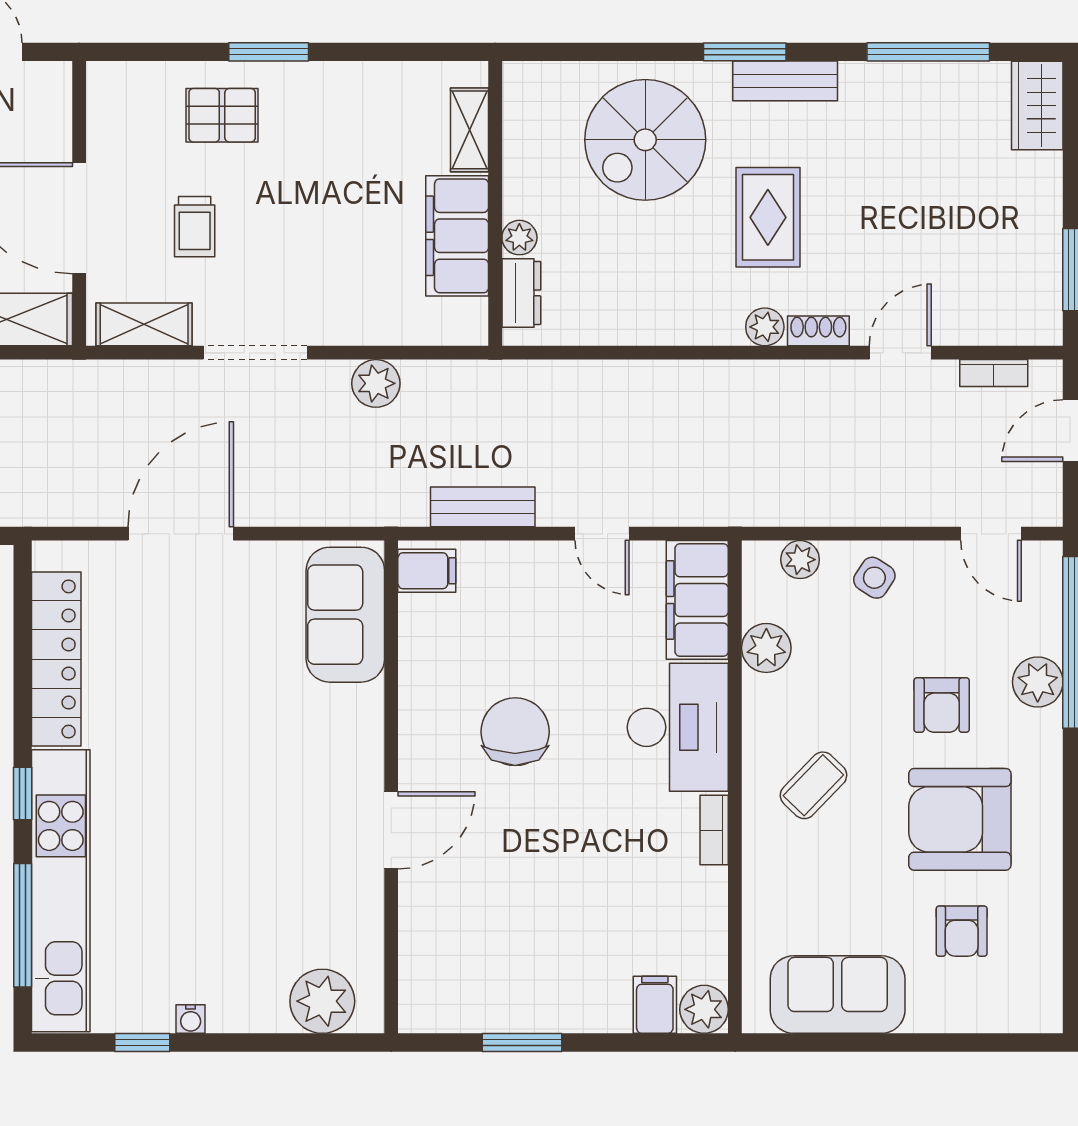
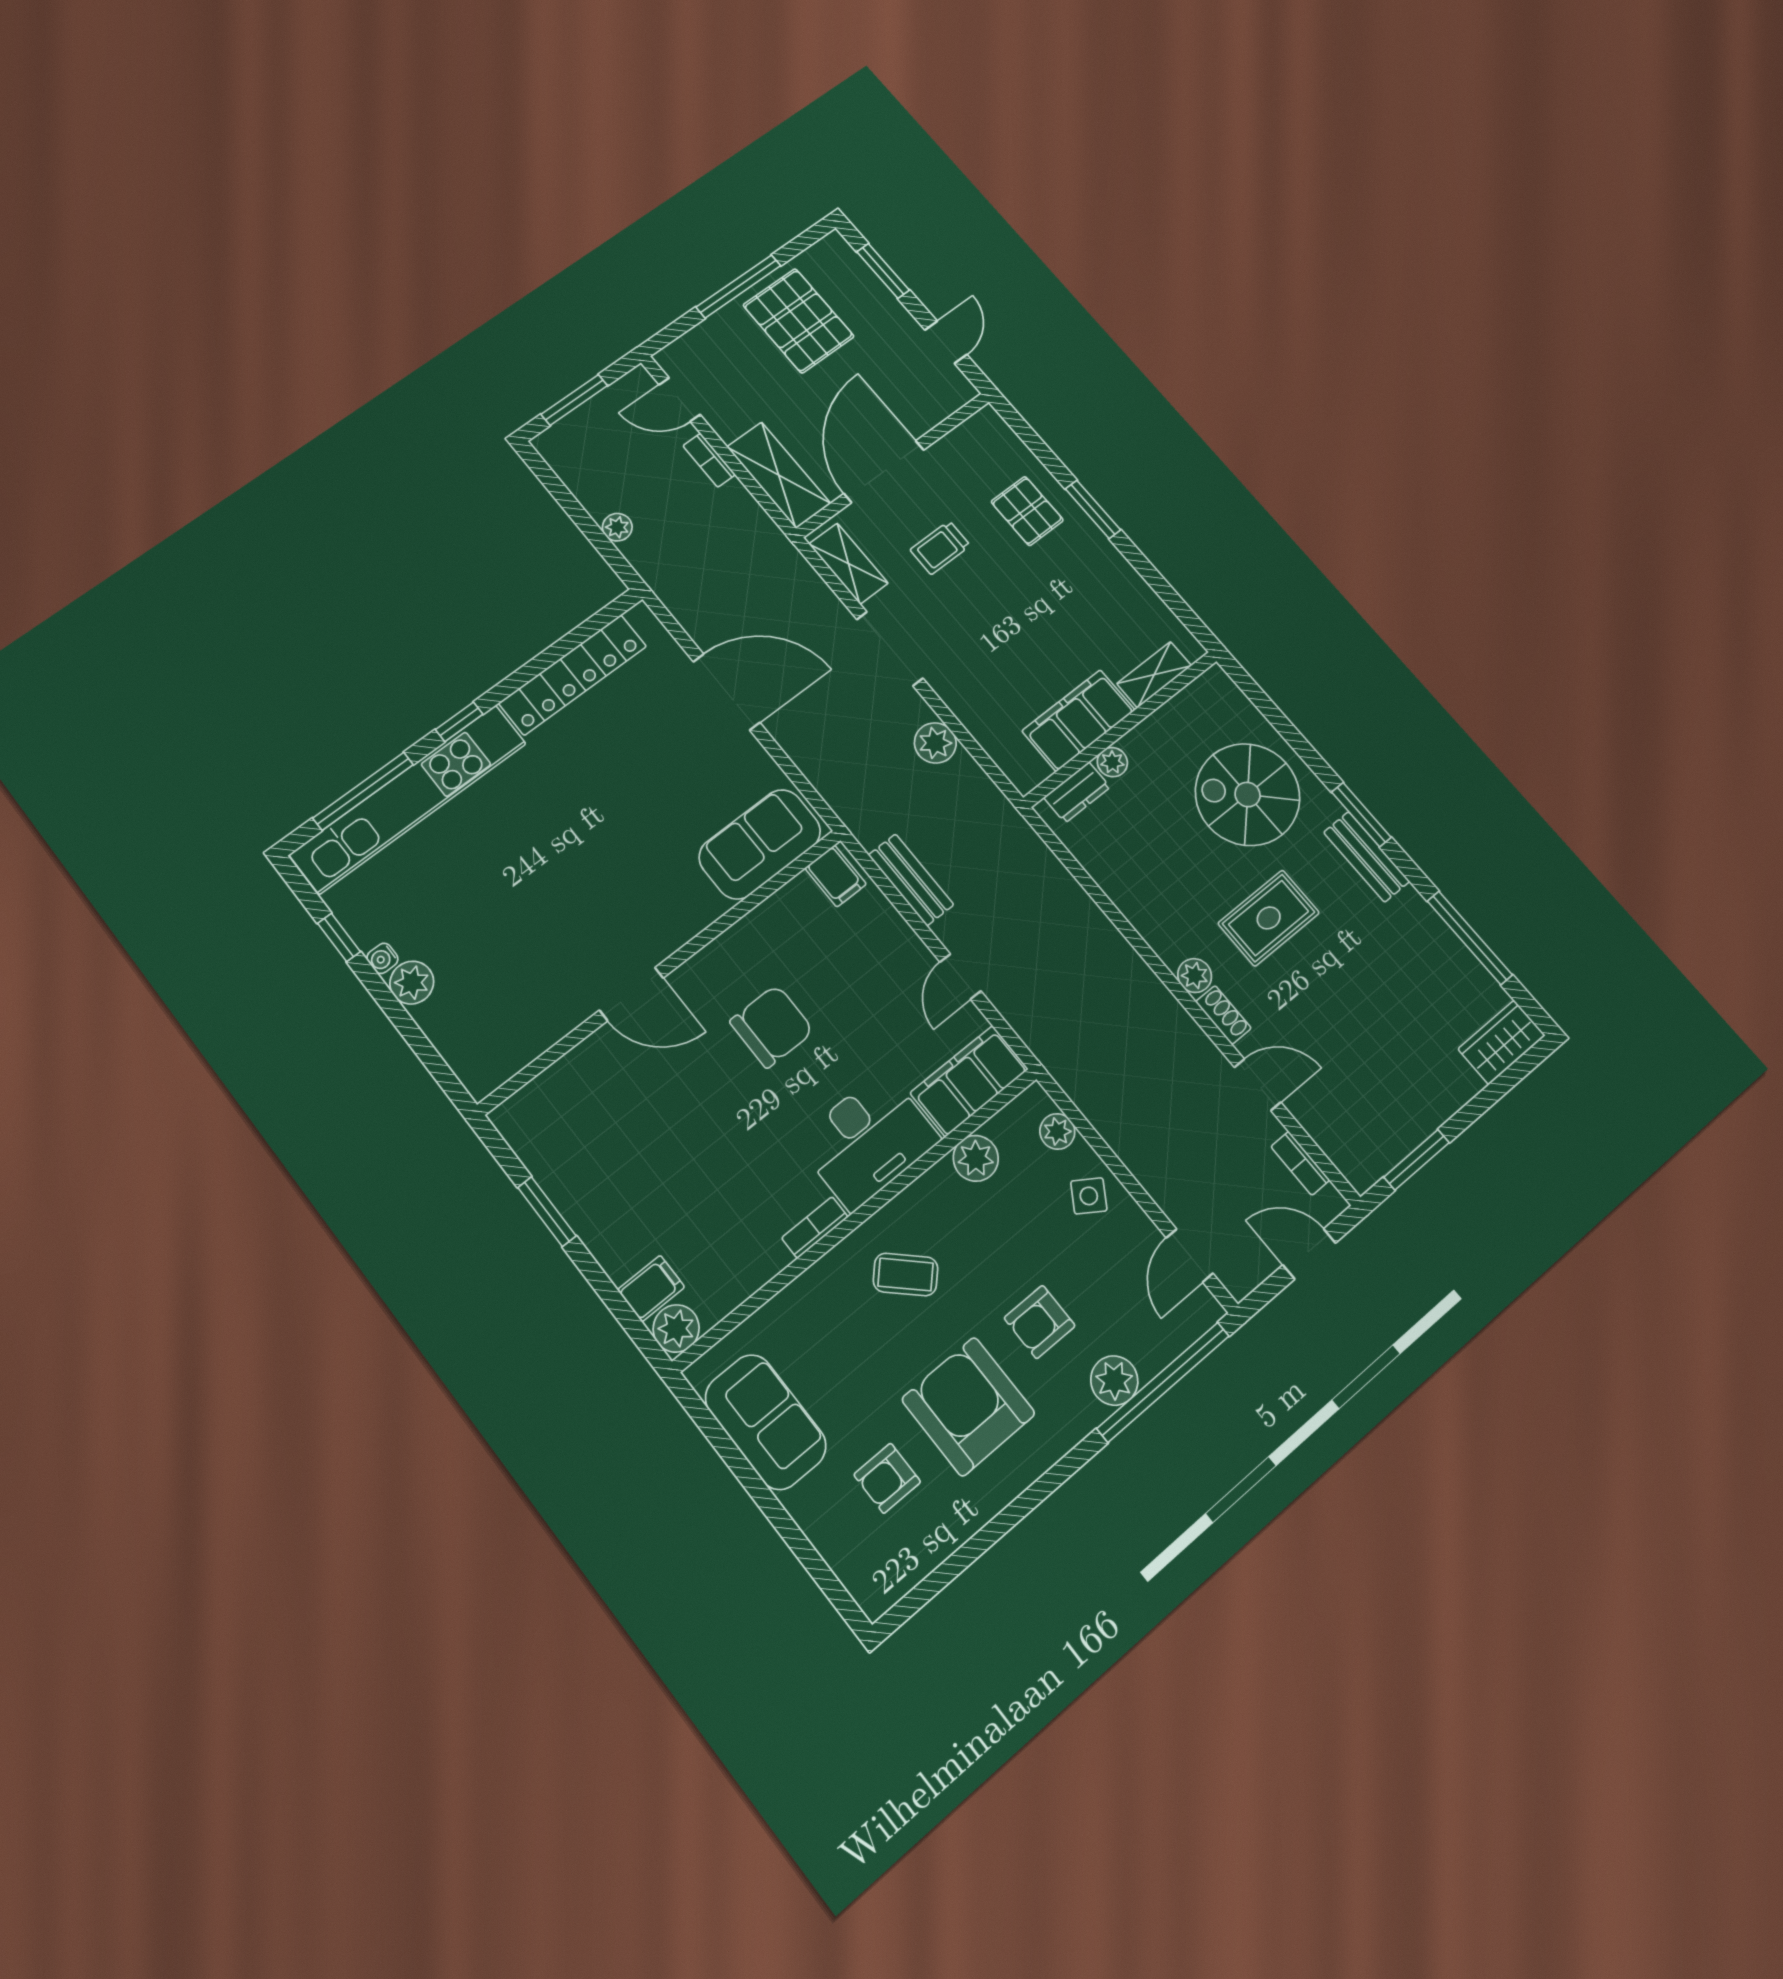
plant: (322, 1001) -> (412, 983), moved, width x0.73, depth x0.73

